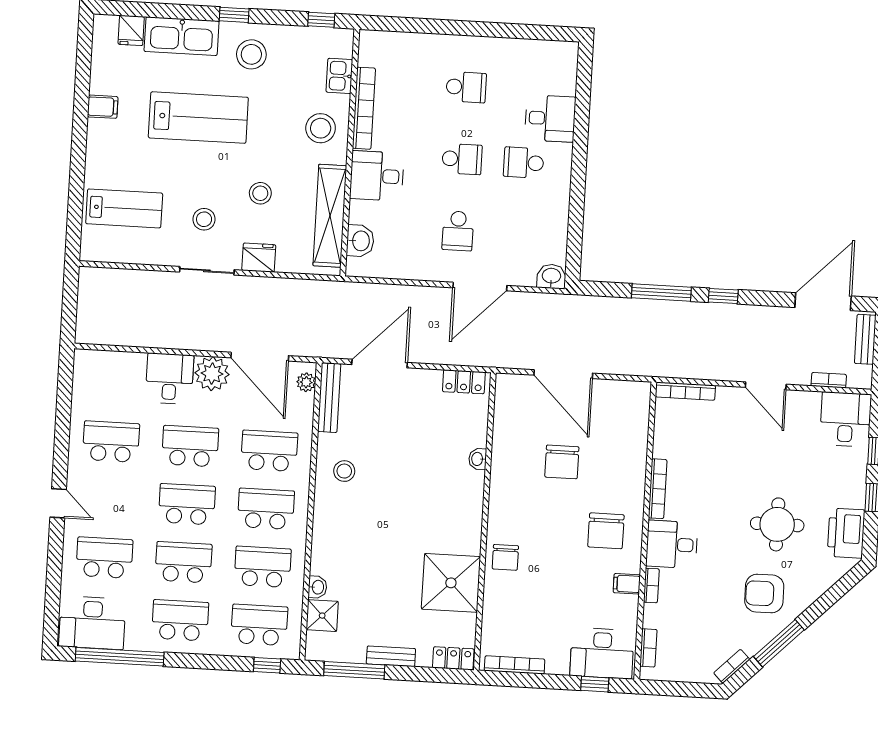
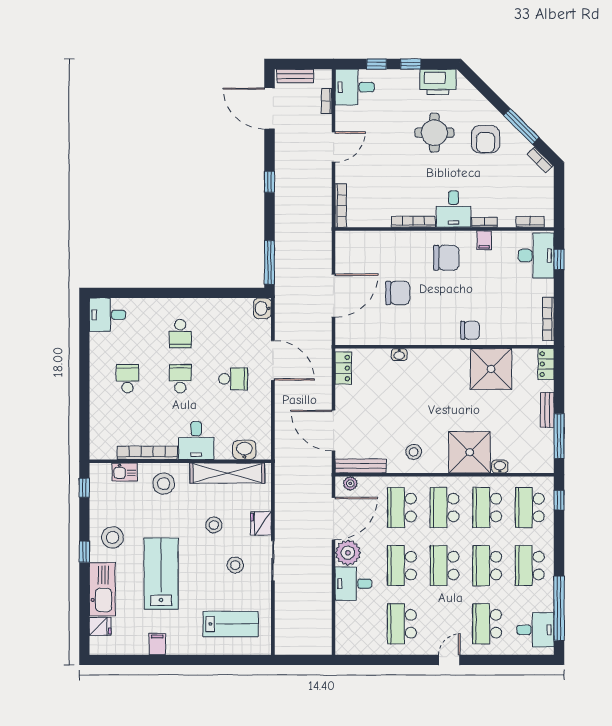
desk: (550, 118) -> (107, 315), moved, turned -90
lab bench: (124, 208) -> (231, 624), turned 90
window: (661, 292) -> (269, 262), moved
shower: (322, 616) -> (470, 452), moved, width x1.86, depth x1.86
desk: (92, 623) -> (535, 630), width x0.73

